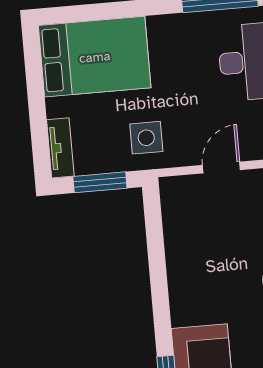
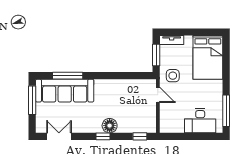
door: (221, 168) -> (158, 95), moved

